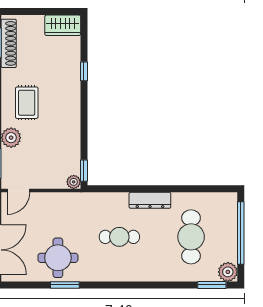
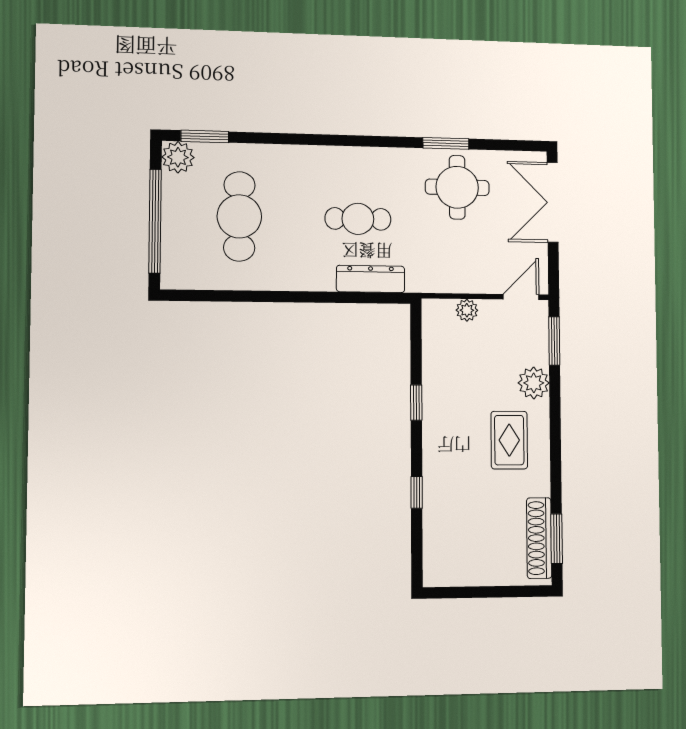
wardrobe: (63, 25) -> (452, 570), removed
window: (84, 171) -> (416, 403), moved
plant: (74, 182) -> (467, 310), moved
dresser: (150, 200) -> (371, 279), moved

